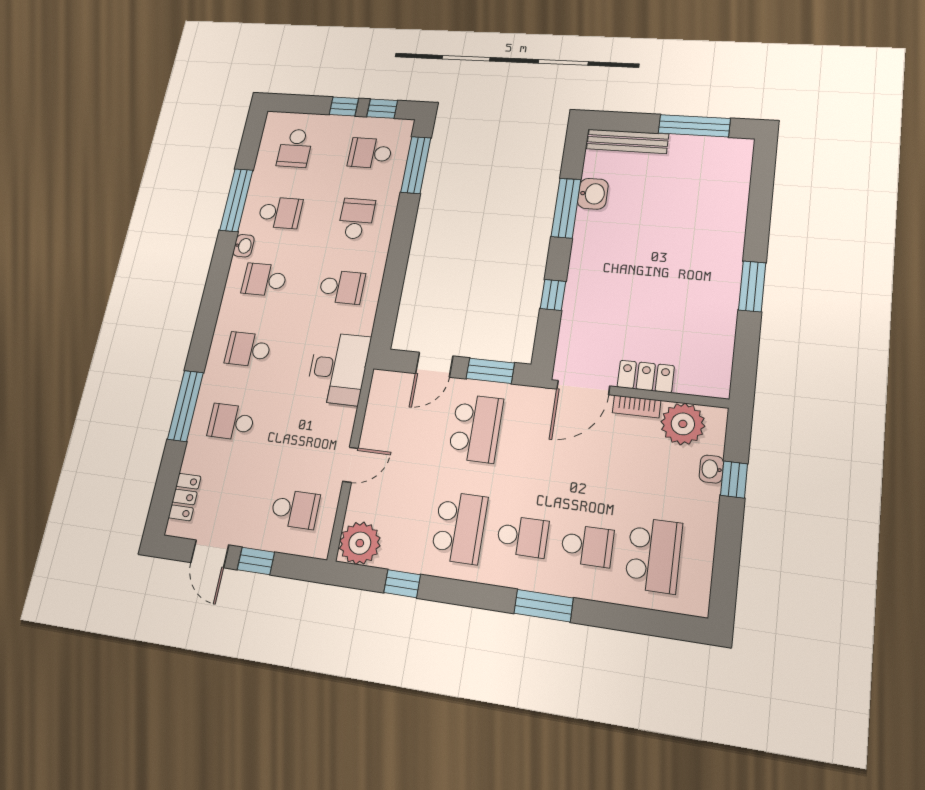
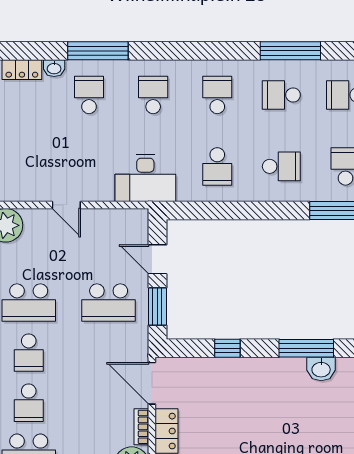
school desk: (280, 213) -> (281, 95), turned 90
washbasin: (244, 246) -> (54, 68), moved
school desk: (295, 509) -> (25, 166), removed

